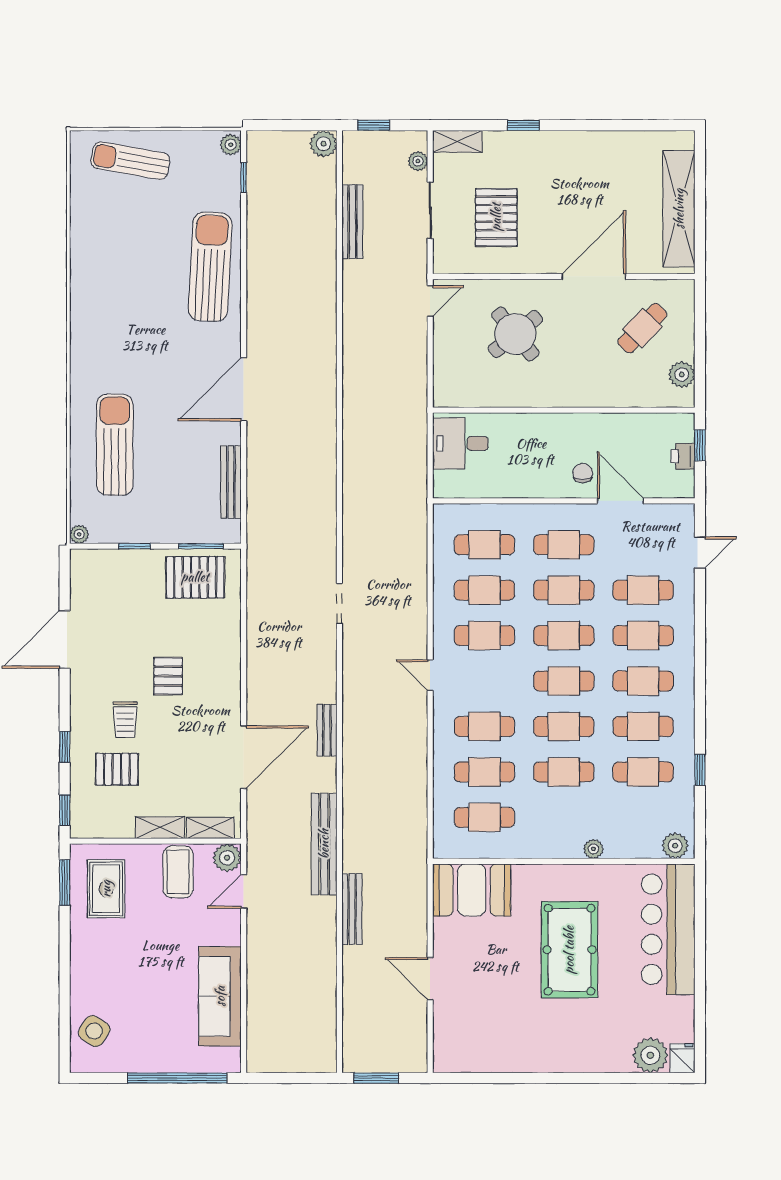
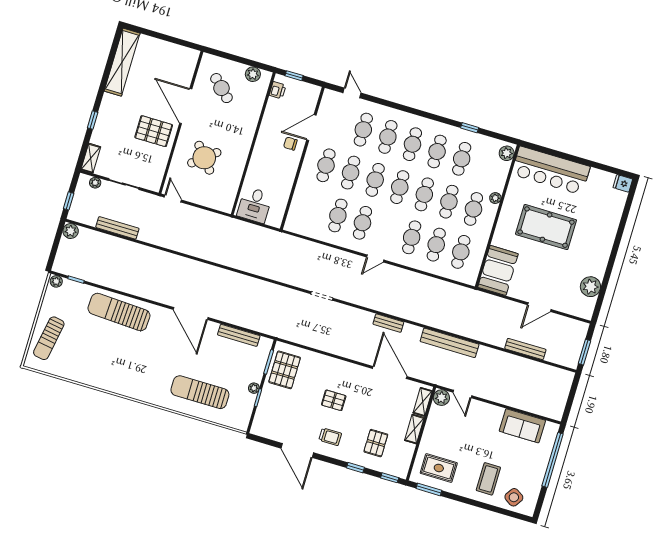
shelving: (679, 209) -> (122, 62), moved, turned 90
pallet: (496, 217) -> (154, 131), moved
printer: (683, 456) -> (278, 90), moved, turned -90
plant: (79, 534) -> (254, 388), moved
cafe table: (484, 545) -> (474, 209), moved
trolley: (125, 720) -> (330, 437), moved
coffee table: (178, 872) -> (488, 479), moved, turned 90
bench: (352, 909) -> (525, 349), moved
sofa: (220, 996) -> (522, 426), width x0.73
plant: (650, 1055) -> (590, 287), moved

